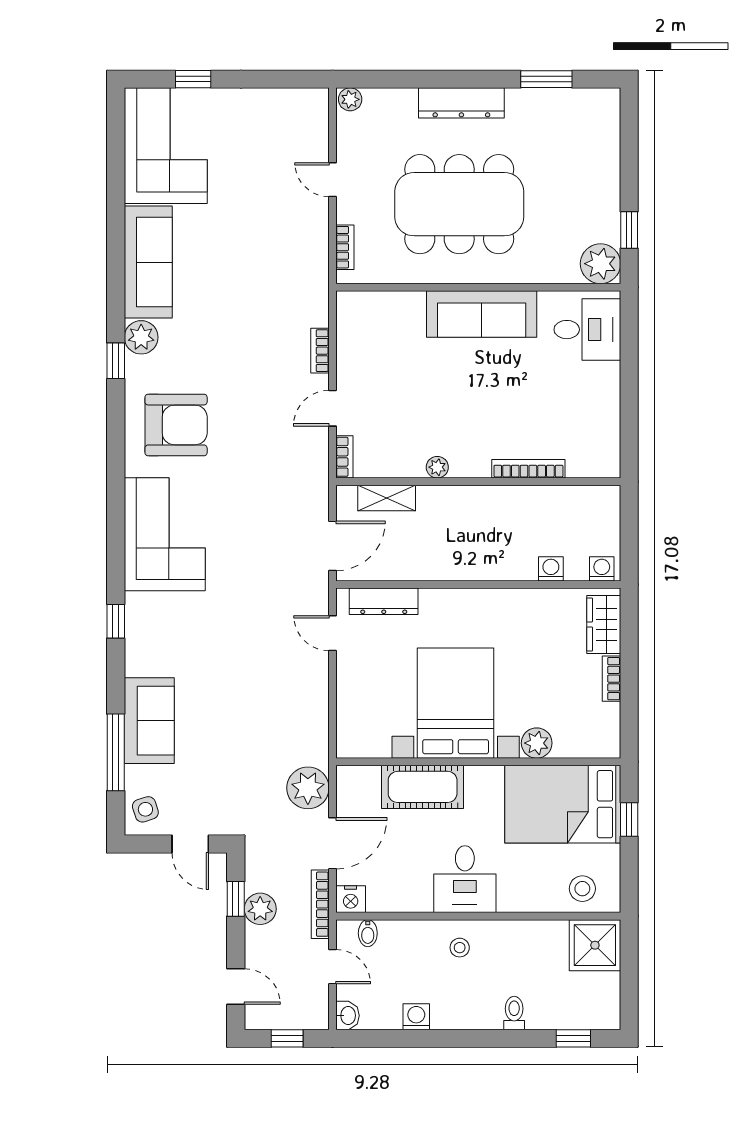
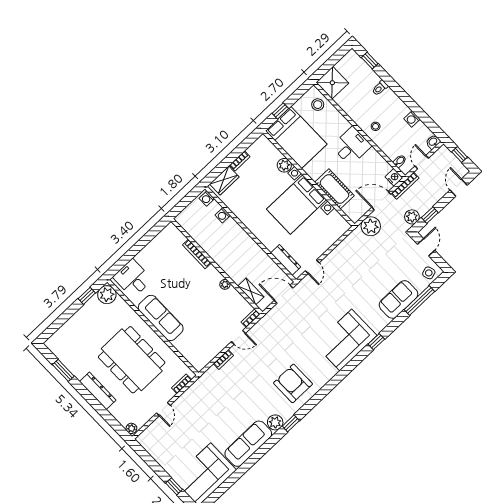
corner sofa: (165, 534) -> (346, 340), moved
plant: (260, 909) -> (412, 217), moved

